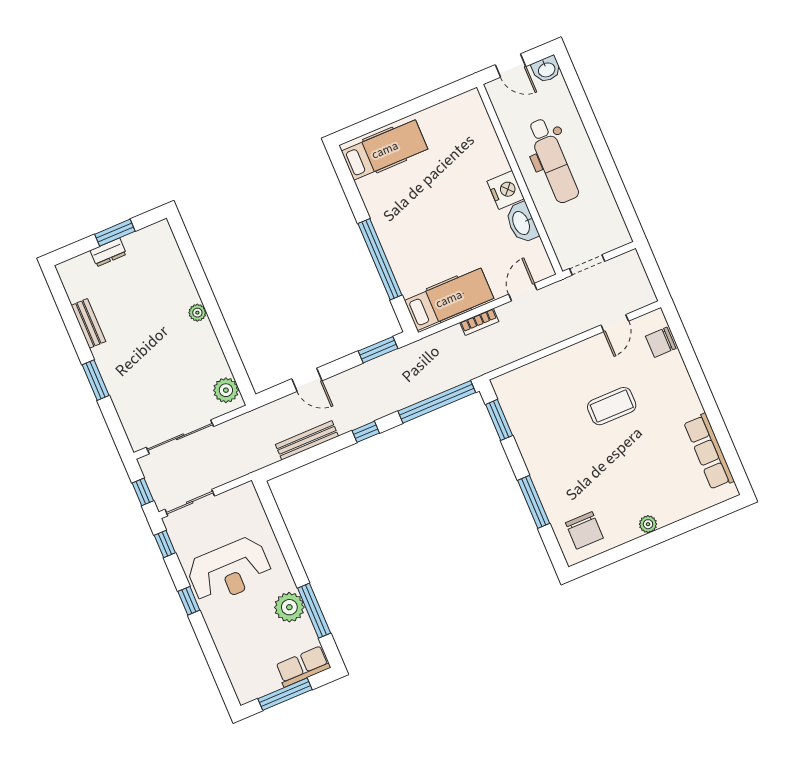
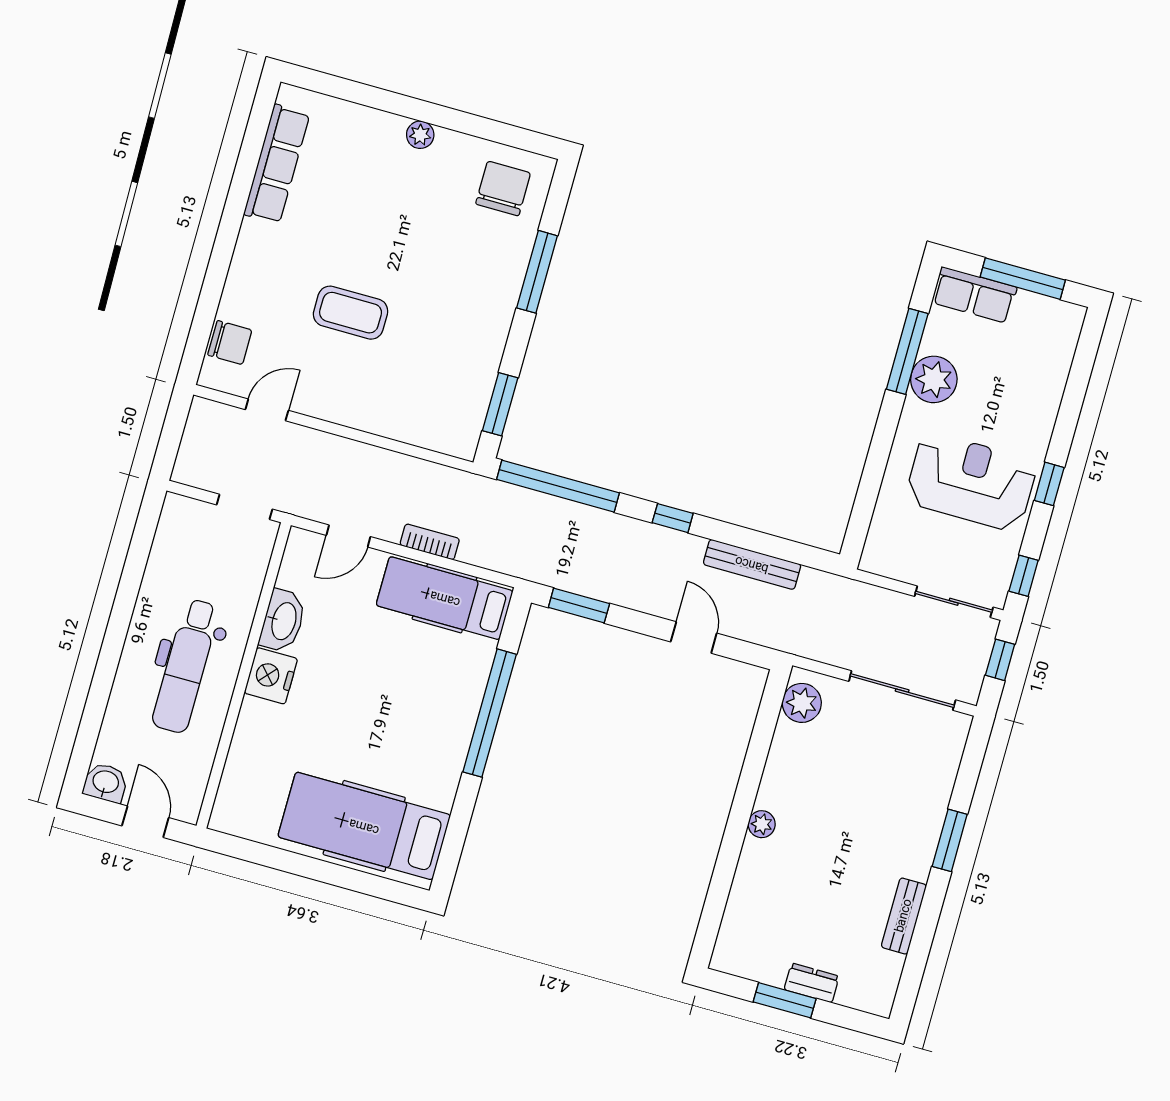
hospital bed: (385, 150) -> (364, 826), width x1.37, depth x1.29
dental chair: (553, 161) -> (186, 666), turned 180

